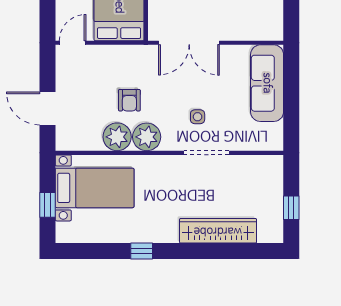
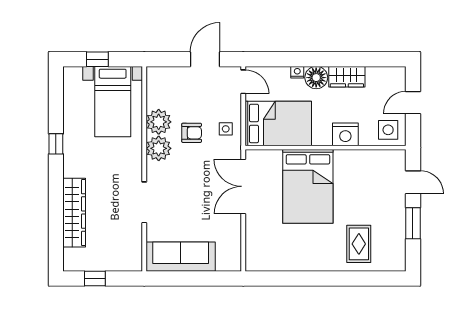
sofa: (267, 83) -> (181, 257), moved
armchair: (129, 100) -> (192, 133), turned 180
door: (48, 109) -> (205, 59), moved
side table: (198, 117) -> (226, 129), moved

